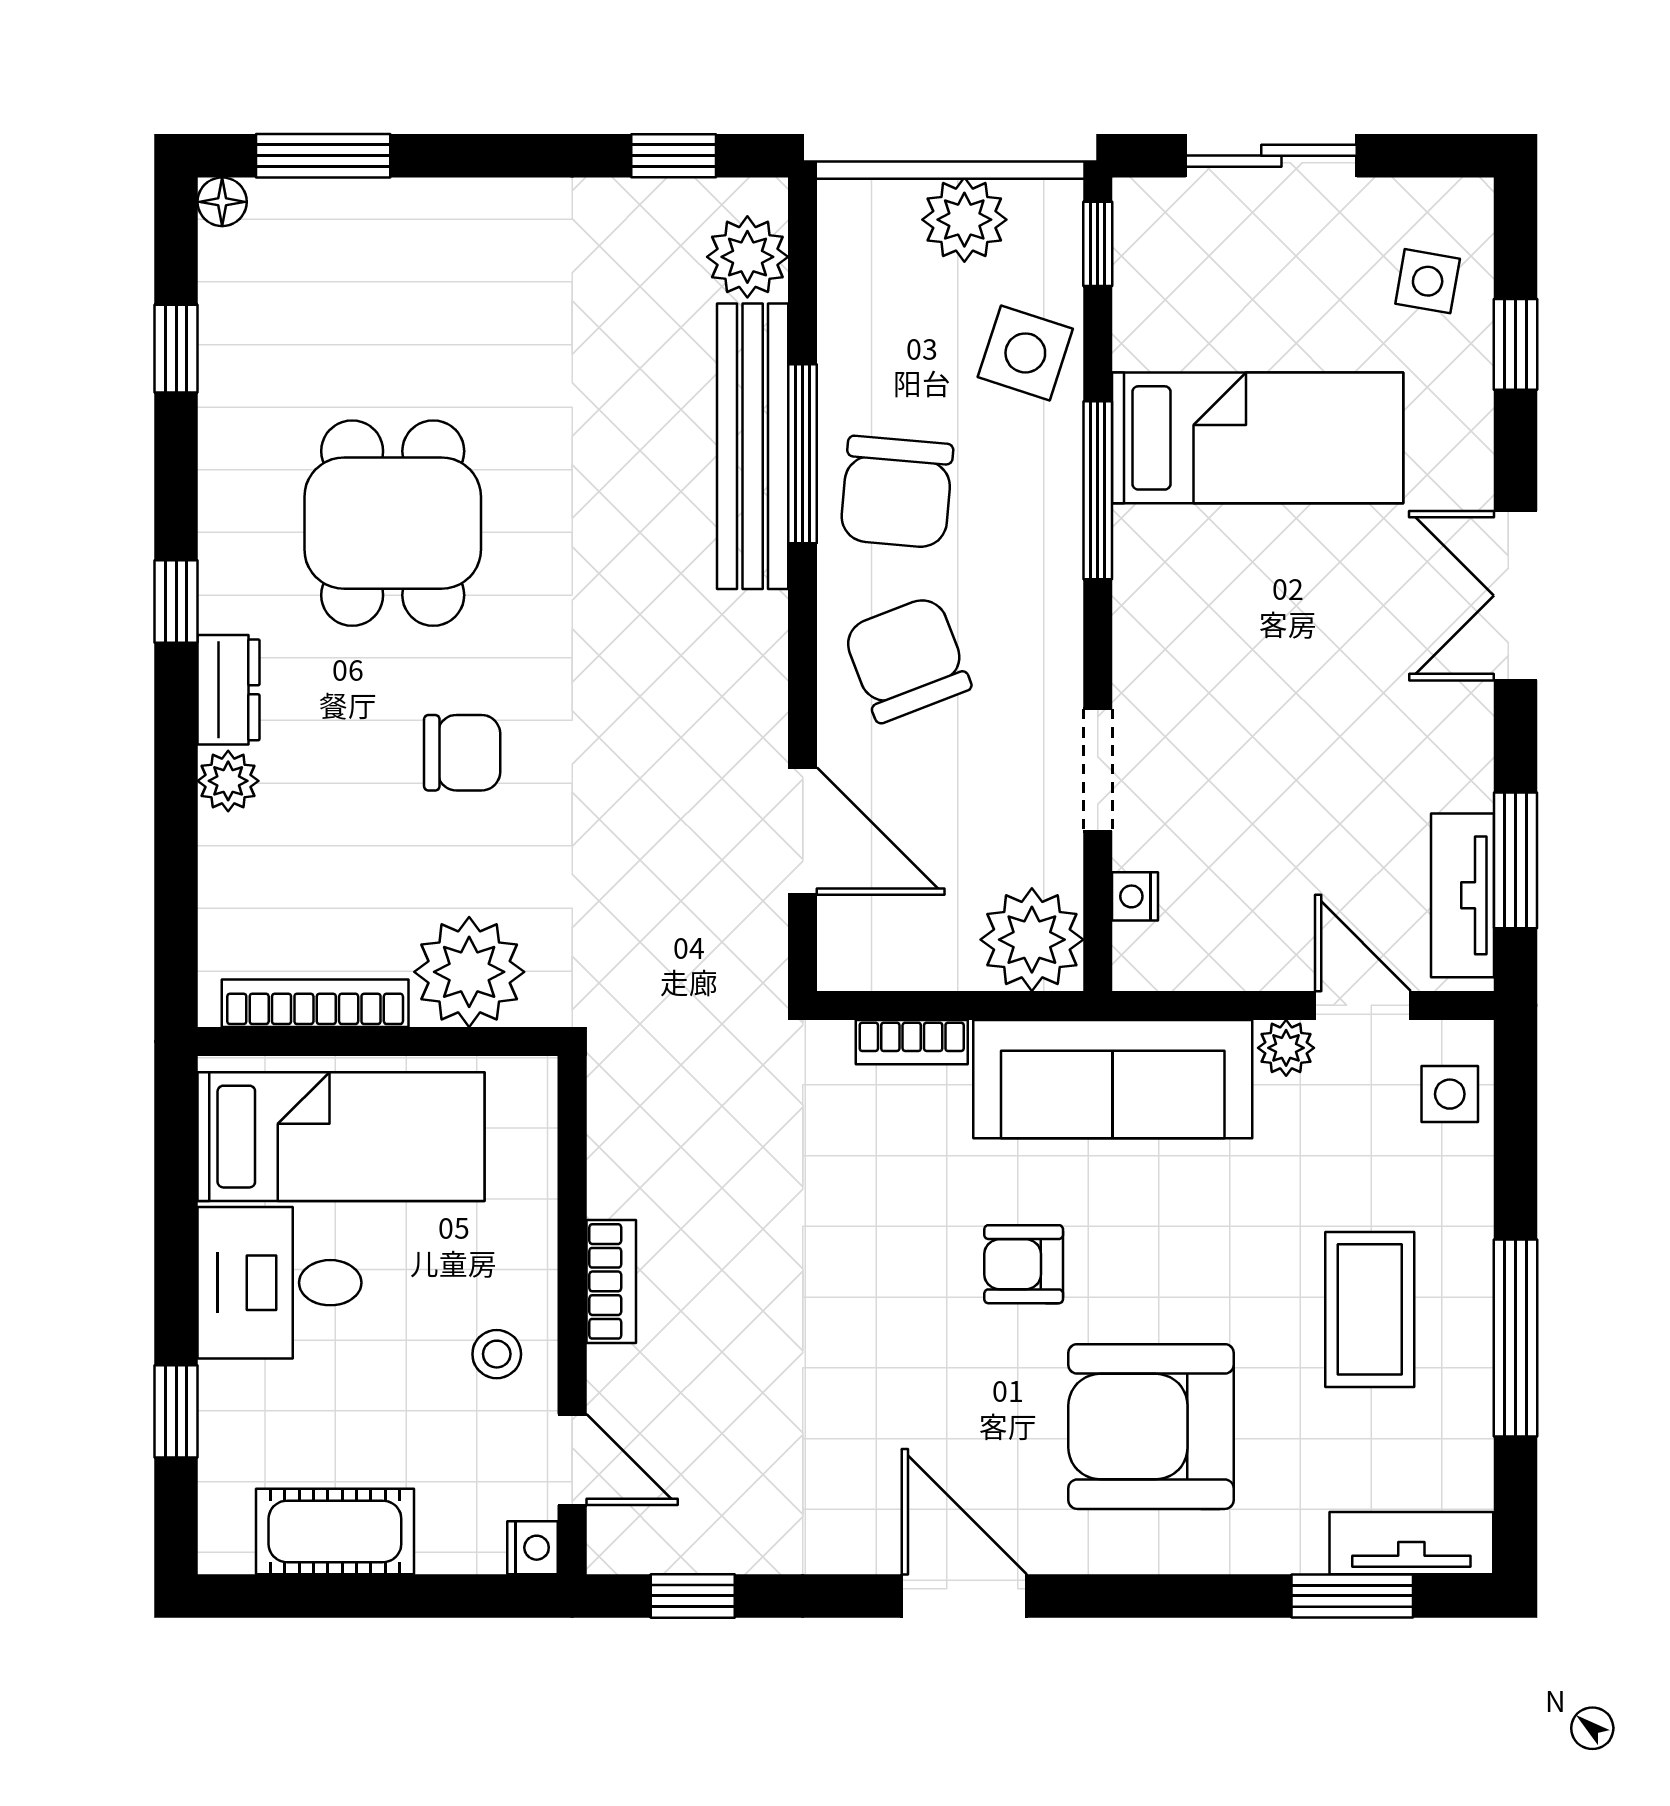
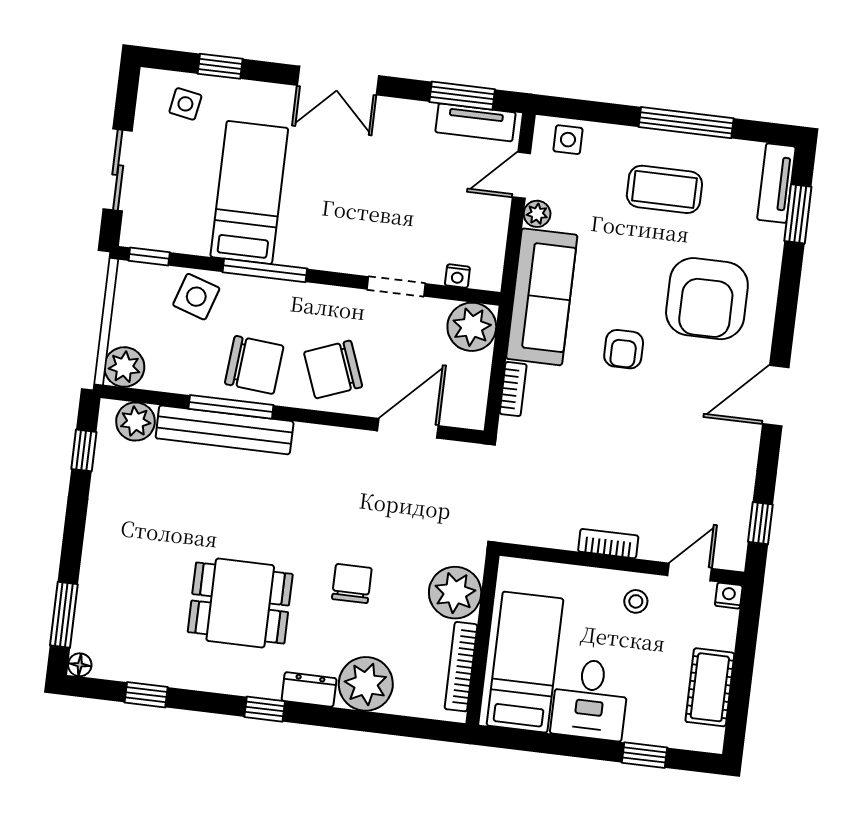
plant: (964, 220) -> (124, 367), moved
plant: (228, 781) -> (366, 684), width x1.88, depth x1.88

